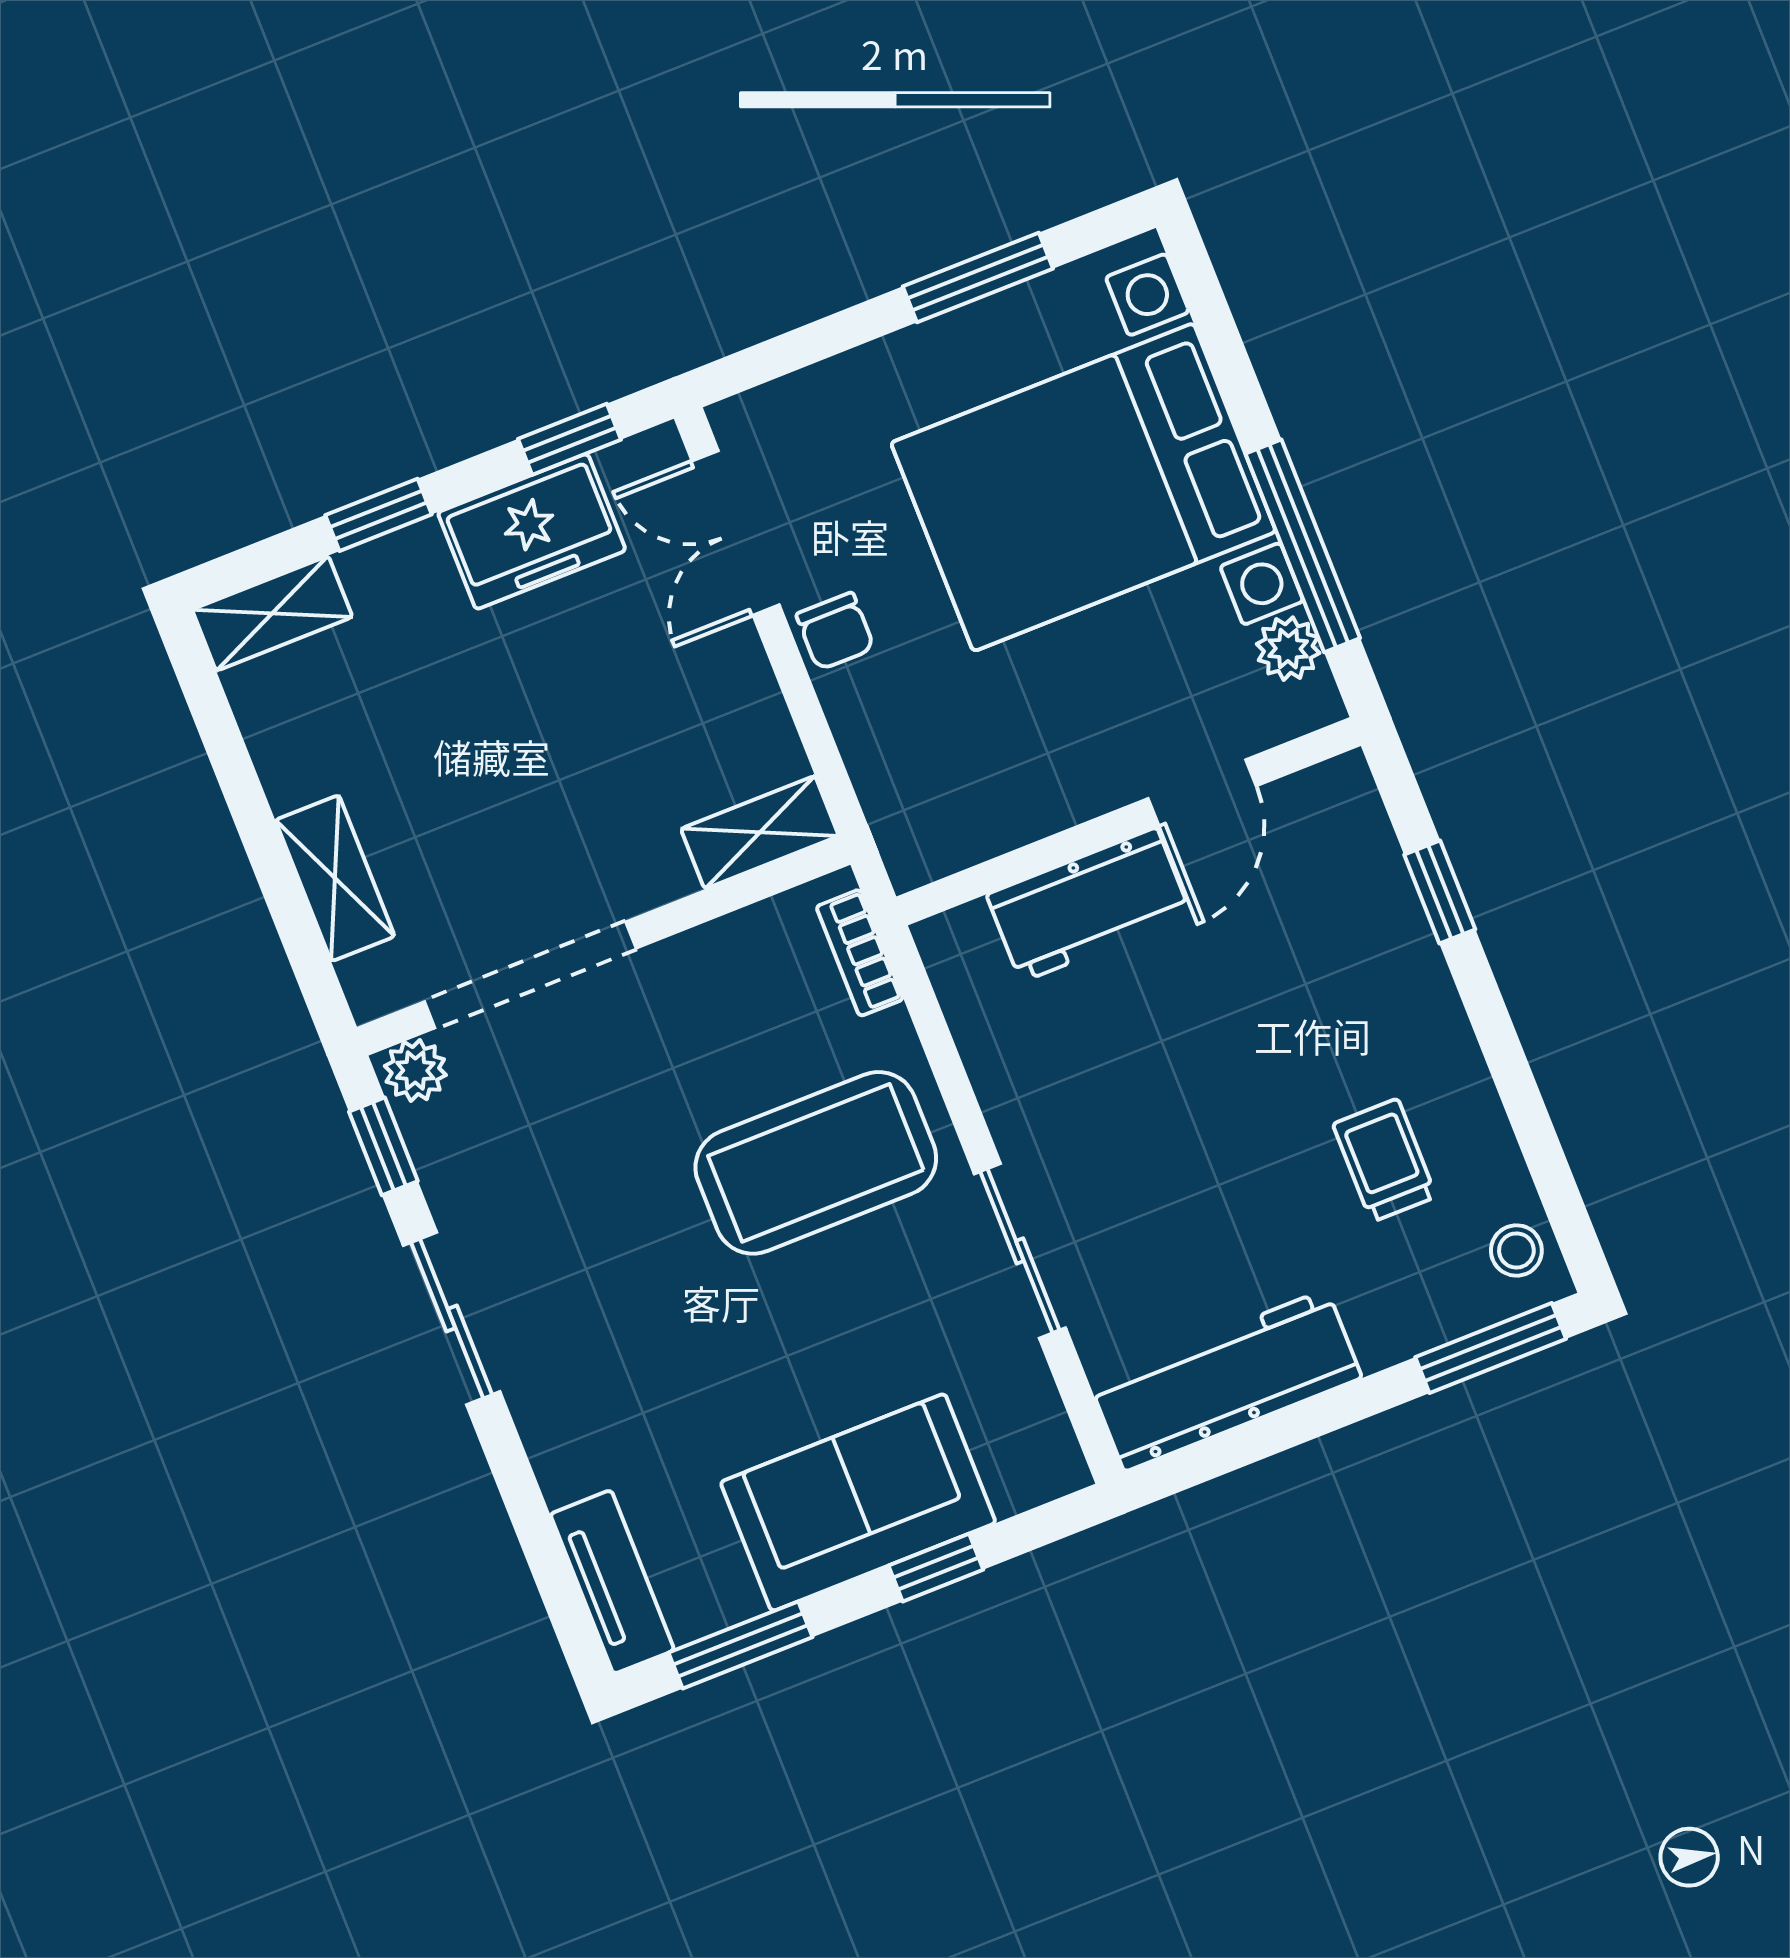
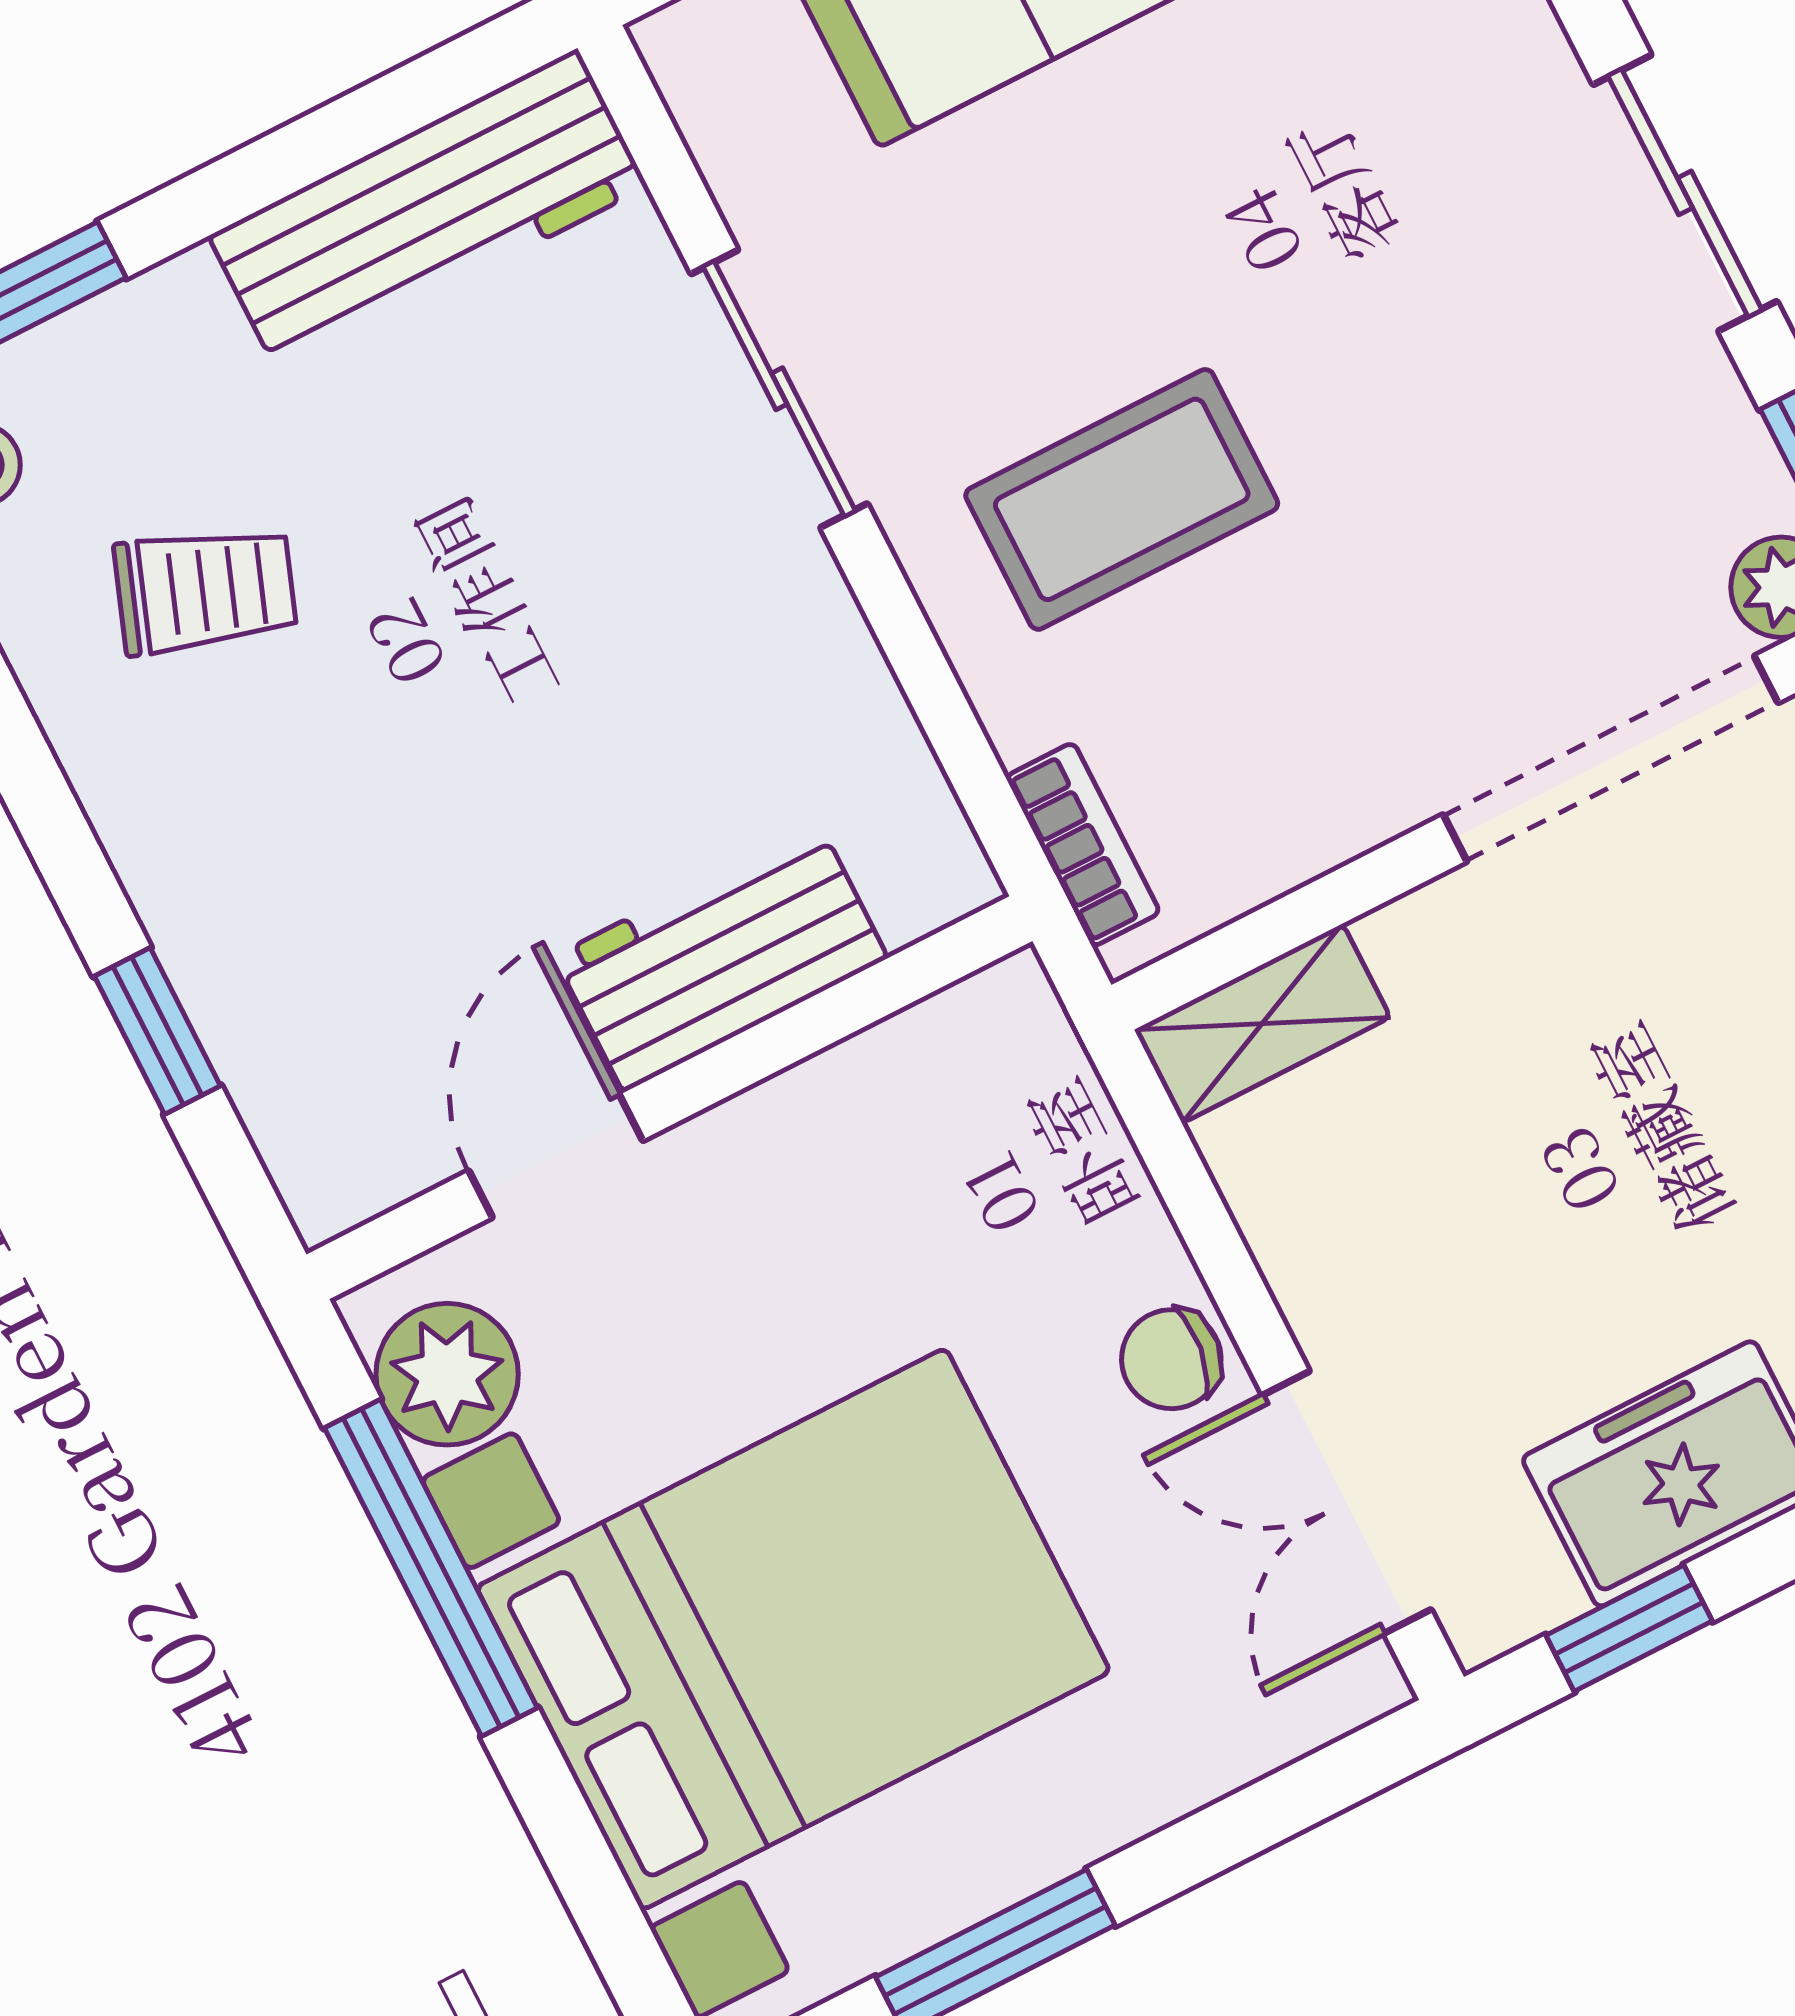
double door: (736, 533) -> (1347, 1502), swing flipped
chair: (835, 631) -> (1171, 1359), turned -83
plant: (1288, 649) -> (447, 1374), width x1.38, depth x1.38
trolley: (1385, 1160) -> (205, 590), turned -70
coffee table: (816, 1163) -> (1122, 499), width x0.73, depth x0.76

